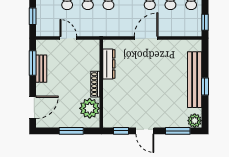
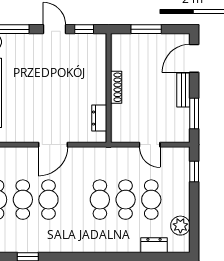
dresser: (109, 64) -> (99, 118), width x0.70
bench: (41, 69) -> (183, 90), moved
plant: (90, 108) -> (123, 57), removed

